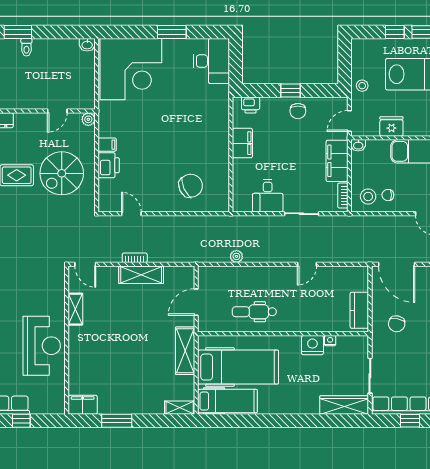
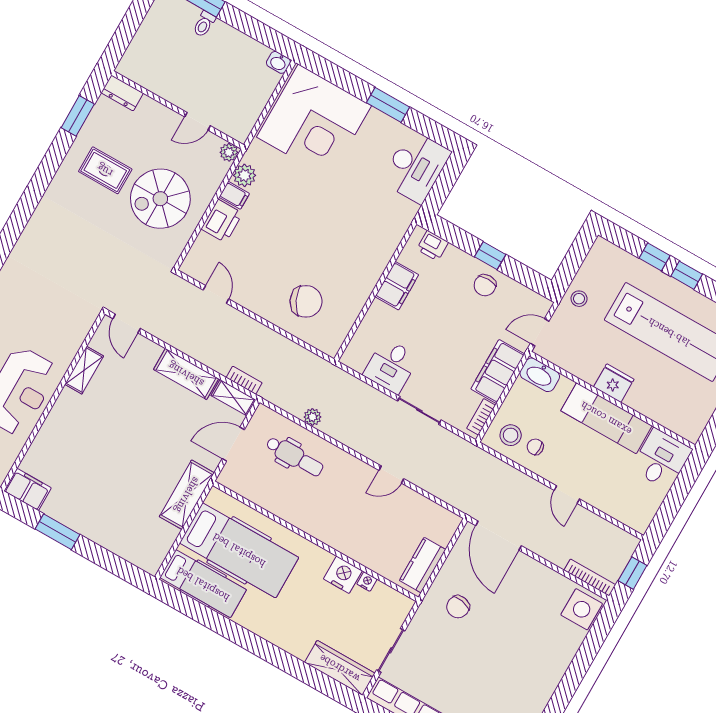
fridge: (391, 126) -> (614, 383), moved
plant: (106, 128) -> (245, 175), added
washbasin: (358, 145) -> (540, 375), width x1.91, depth x1.45
bookcase: (135, 258) -> (244, 380), moved
dental chair: (254, 312) -> (295, 456), moved, turned 180
shelving: (180, 408) -> (233, 398), moved

